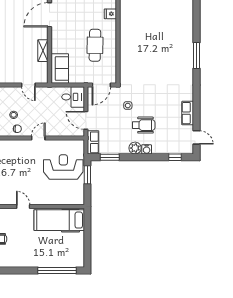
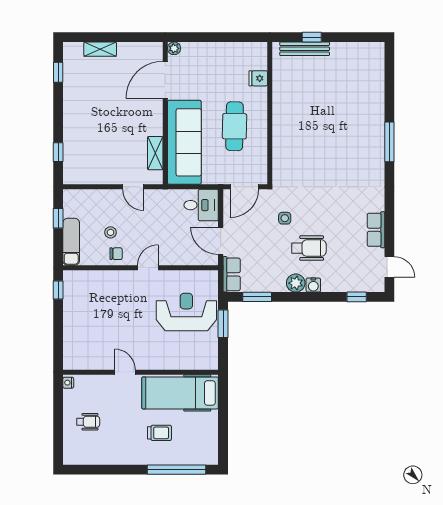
shelving: (43, 51) -> (155, 153), moved
sofa: (60, 68) -> (184, 142), width x1.85, depth x1.27
trolley: (46, 246) -> (159, 433), added

